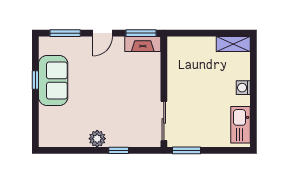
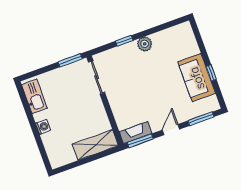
shelving: (233, 44) -> (95, 145), moved, width x1.50, depth x1.33

